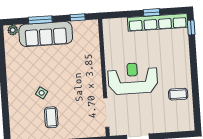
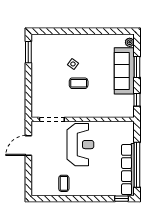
window: (152, 12) -> (137, 165), width x3.17
coffee table: (51, 117) -> (79, 83), moved

